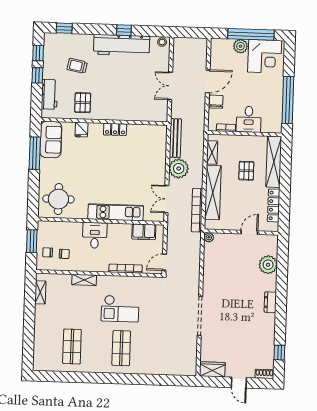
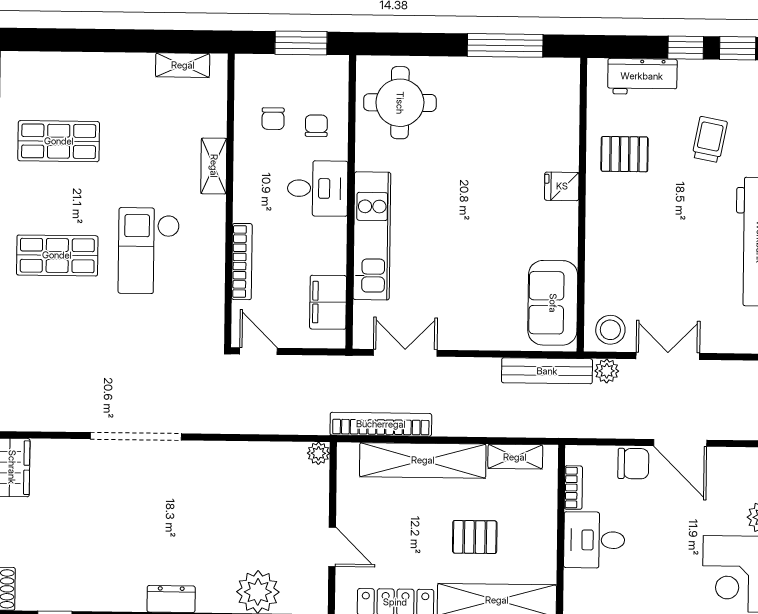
stool: (158, 110) -> (610, 330), added
locker: (115, 129) -> (564, 231), removed
fridge: (82, 130) -> (562, 186), moved
sofa: (51, 140) -> (553, 303), moved, turned 90
plant: (179, 169) -> (607, 371), moved, width x0.53, depth x0.53
chair: (48, 252) -> (316, 126), moved

